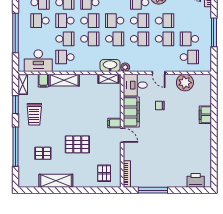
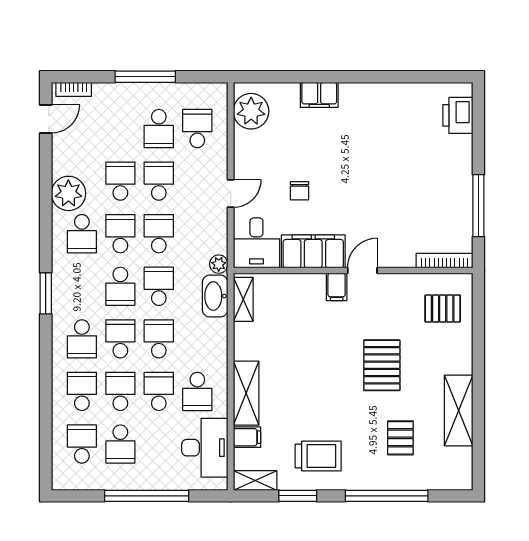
school desk: (65, 21) -> (120, 391), turned 180
plant: (185, 83) -> (251, 111), moved

